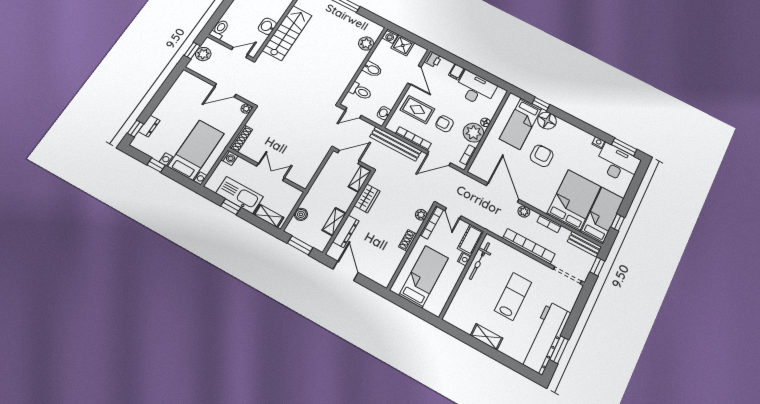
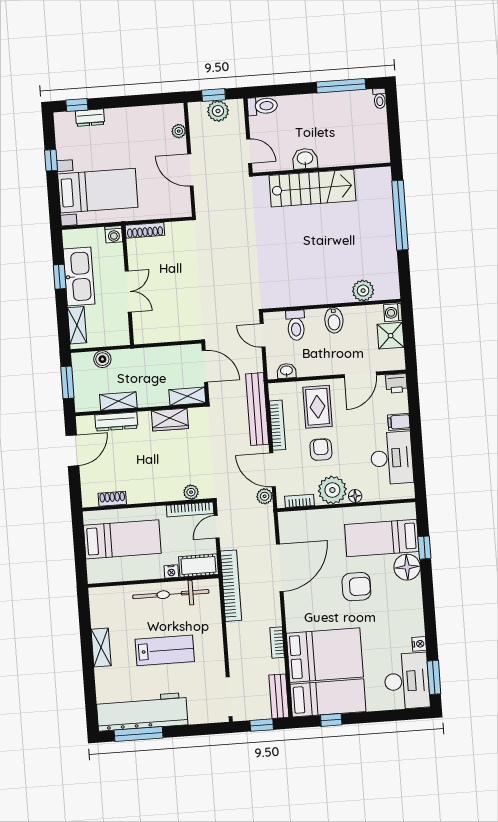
plant: (246, 109) -> (179, 131), moved
plant: (524, 212) -> (265, 496), moved
shoe rack: (408, 240) -> (112, 499), moved
bookcase: (529, 246) -> (231, 586), moved
bicycle: (480, 261) -> (171, 594), width x1.37, depth x1.40
window: (559, 350) -> (139, 734), width x1.44

